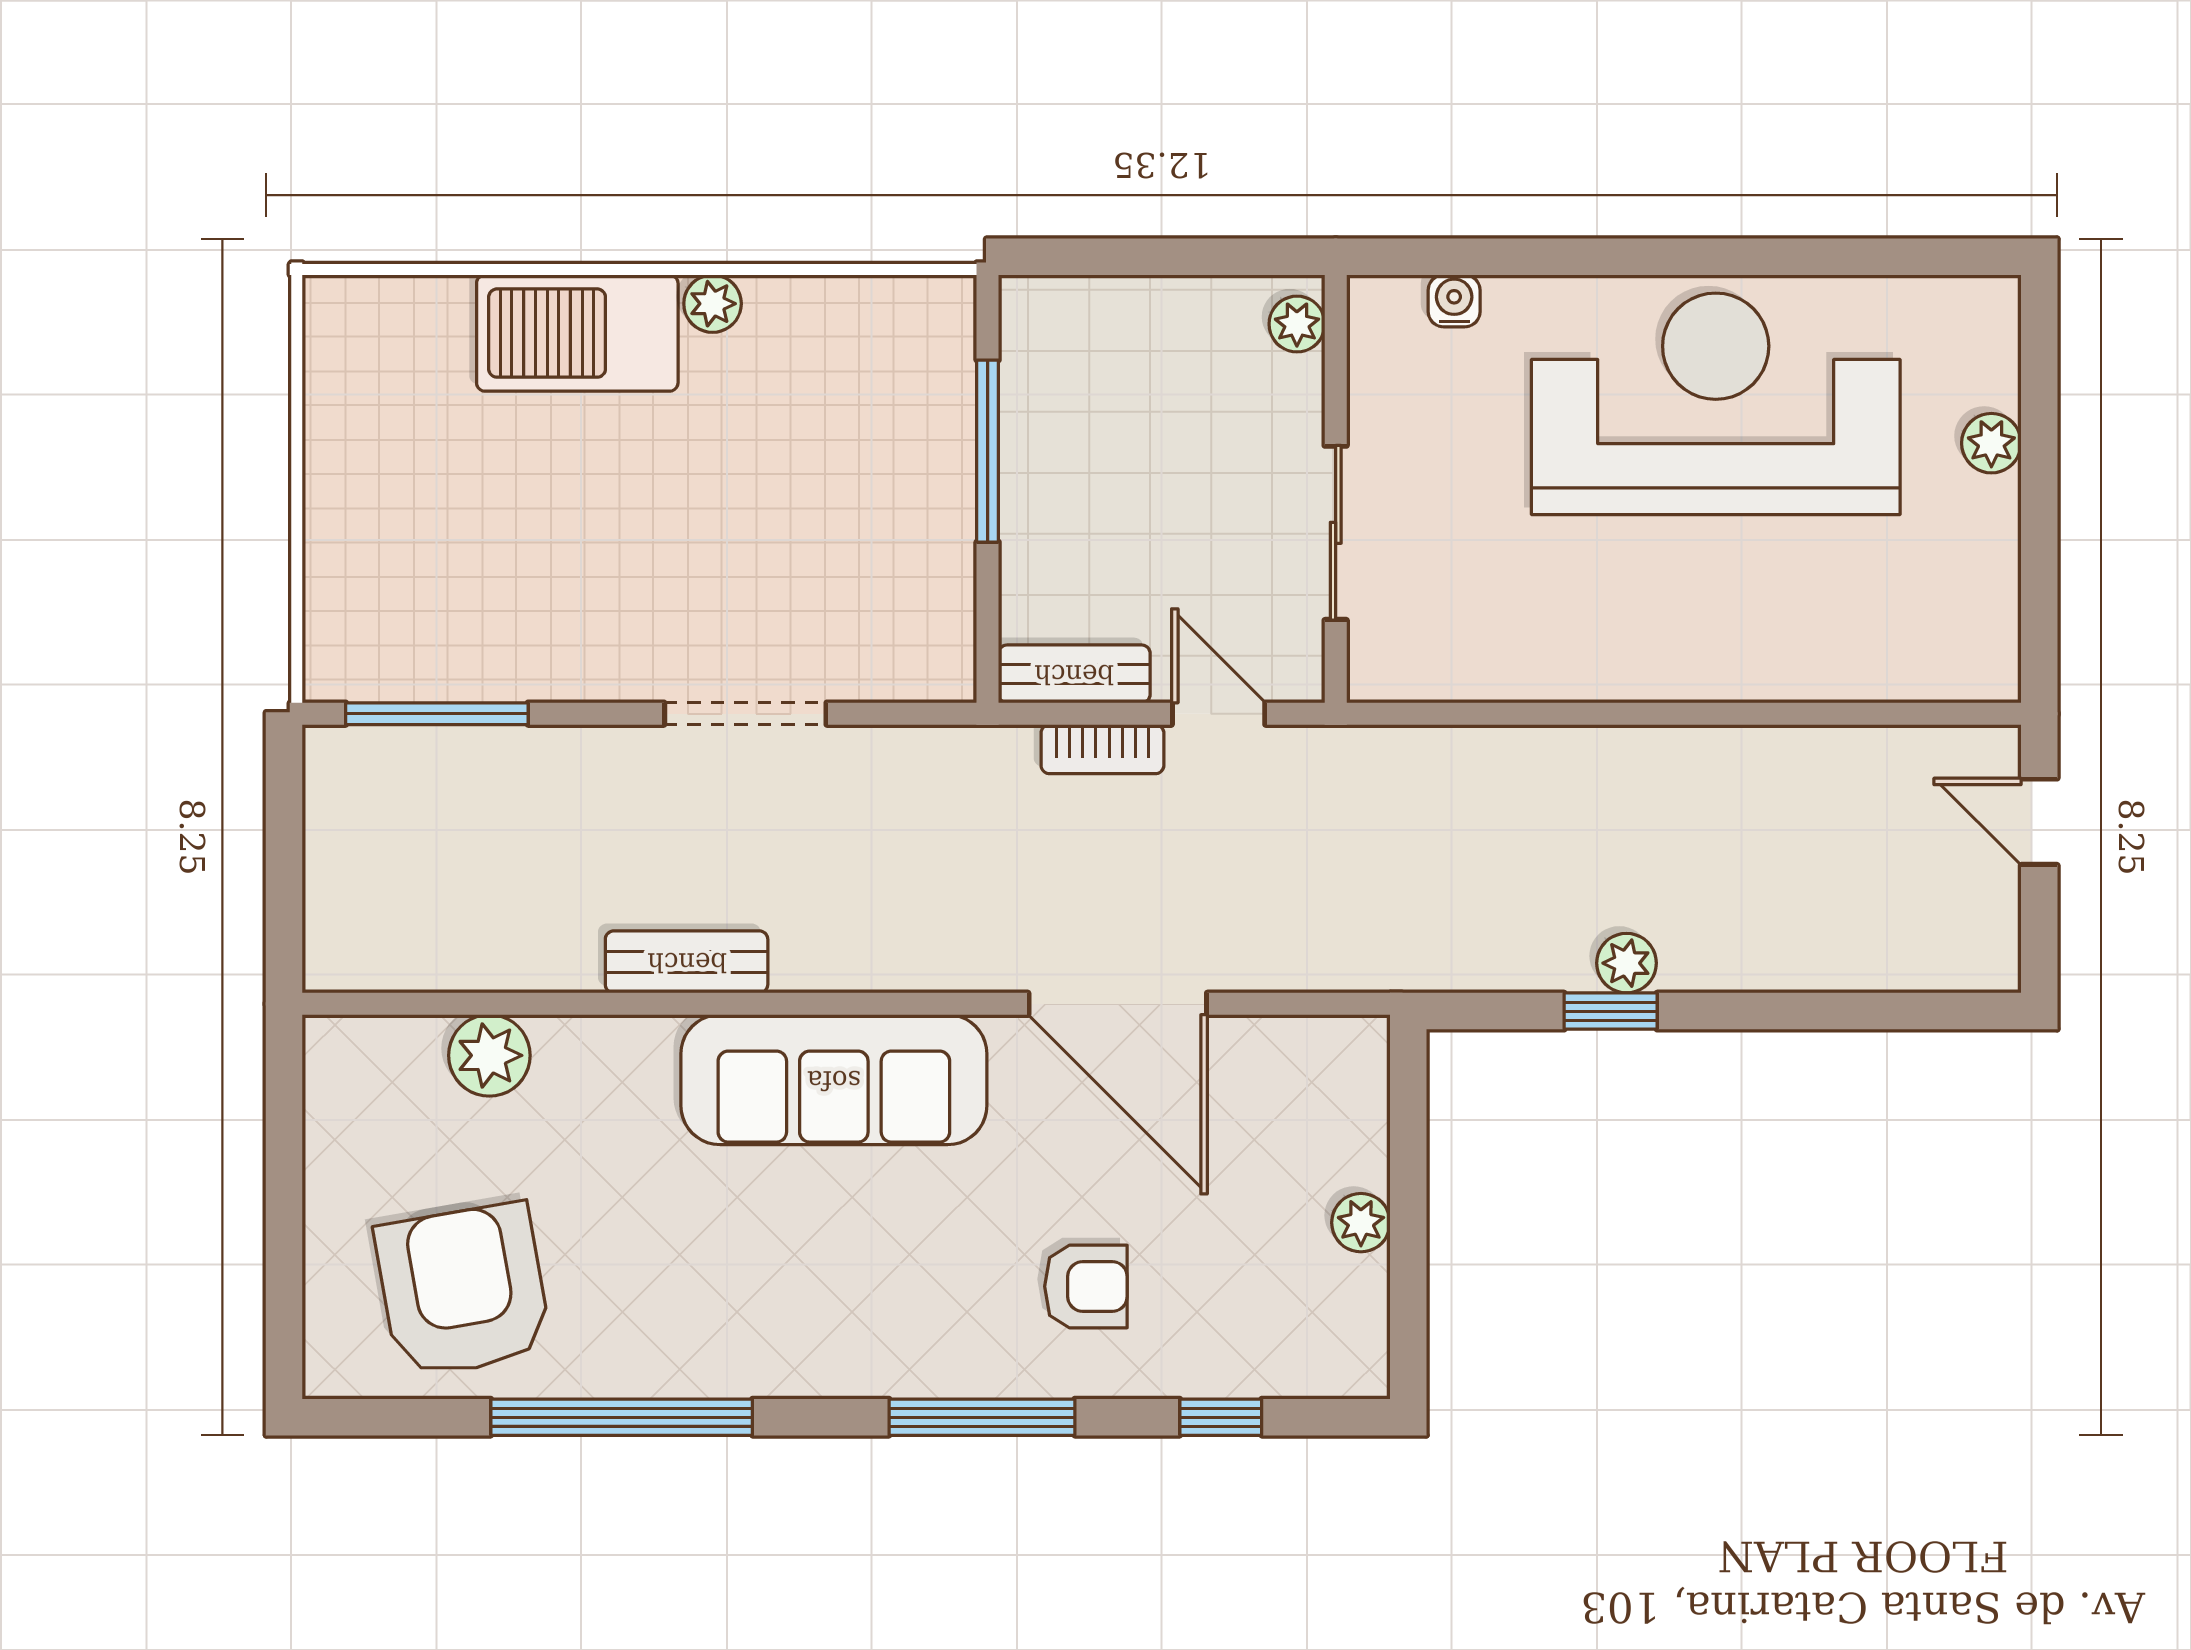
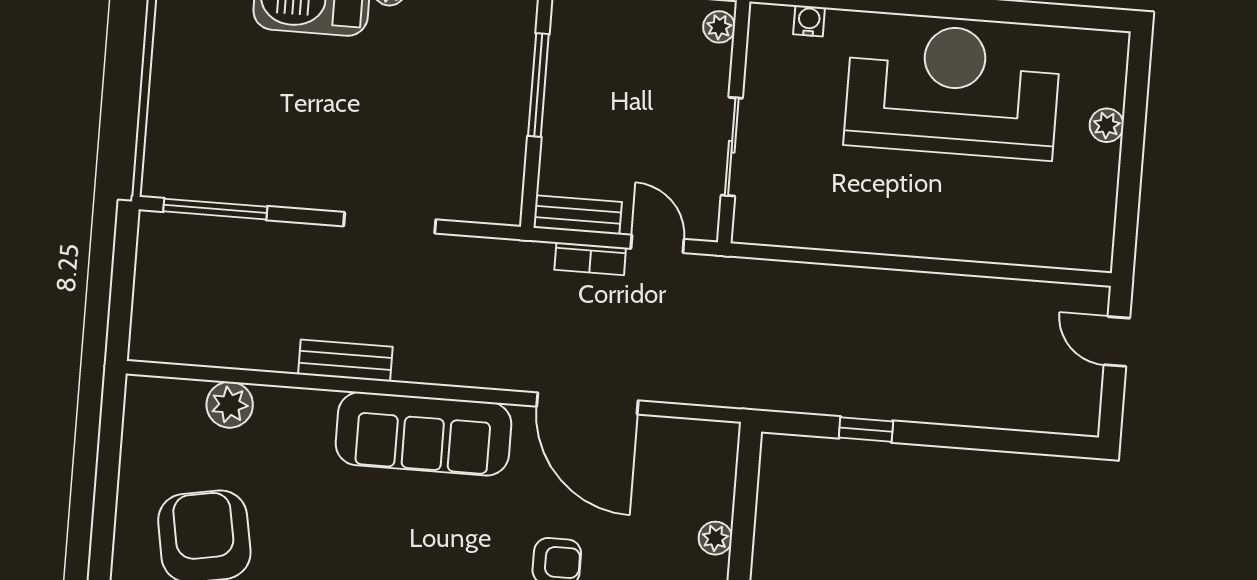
plant: (1627, 963) -> (877, 403), removed

